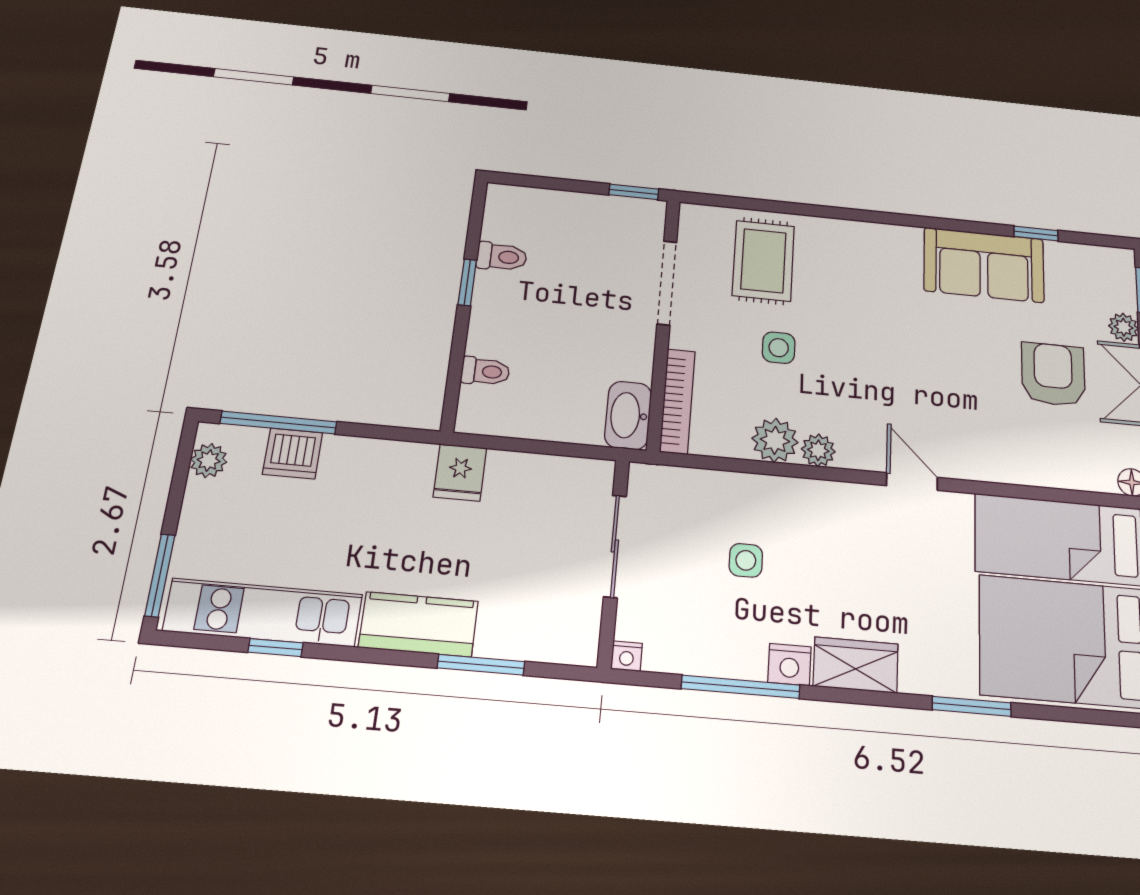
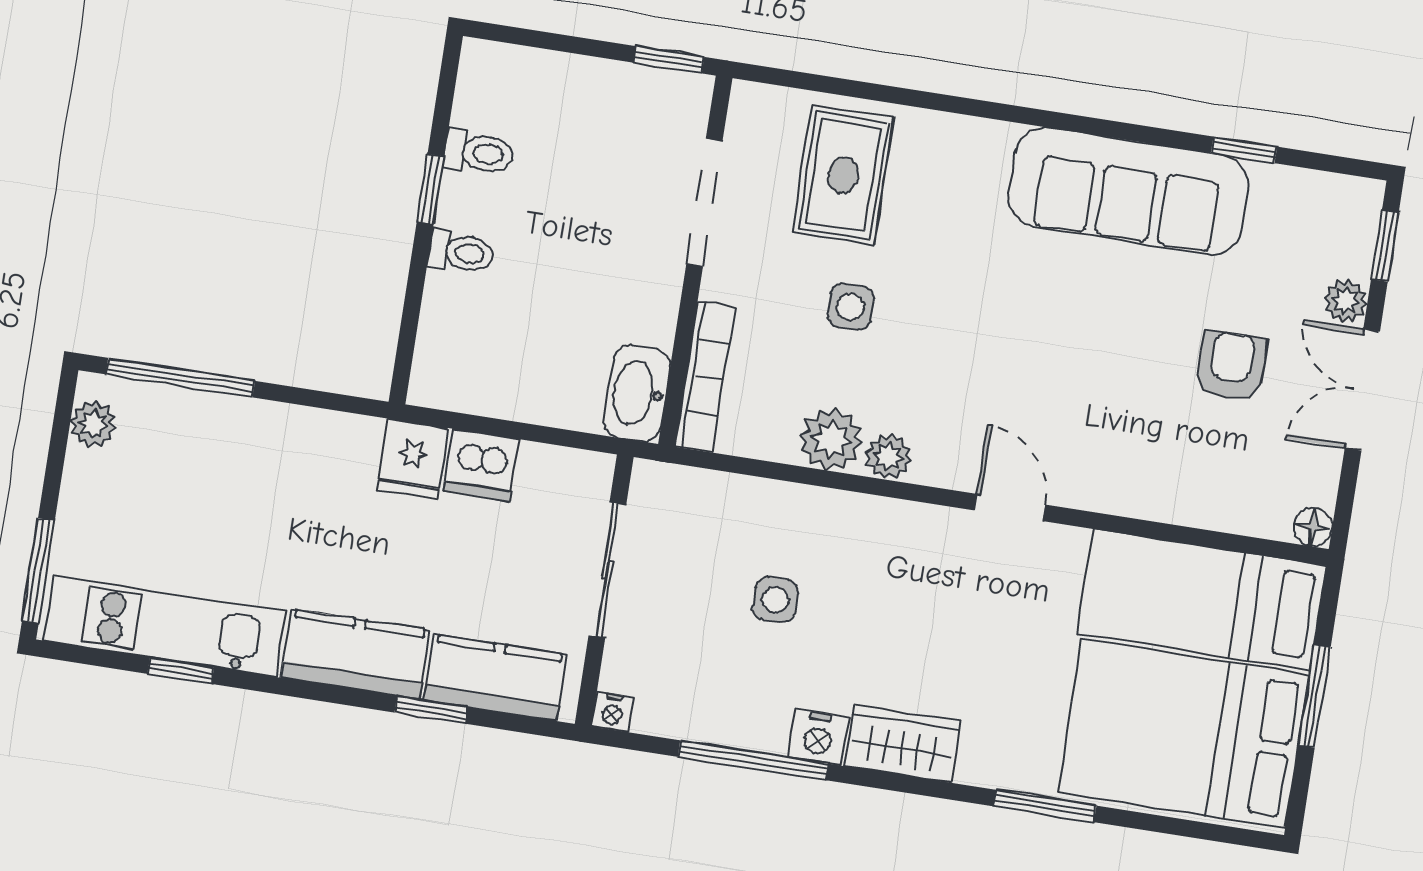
sofa: (984, 265) -> (1128, 191), width x1.36
toilet: (485, 371) -> (461, 252), moved
armchair: (1053, 374) -> (1231, 366), width x0.72, depth x0.72
dishwasher: (293, 453) -> (481, 465), moved
kitchen counter: (532, 635) -> (495, 677), added
window: (481, 665) -> (431, 710), width x0.67

